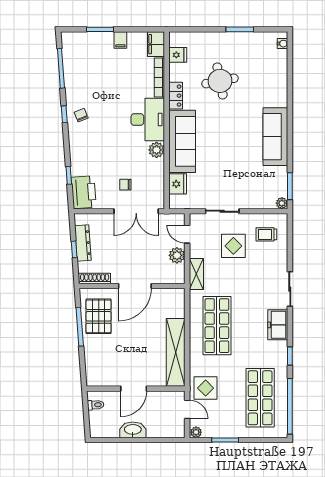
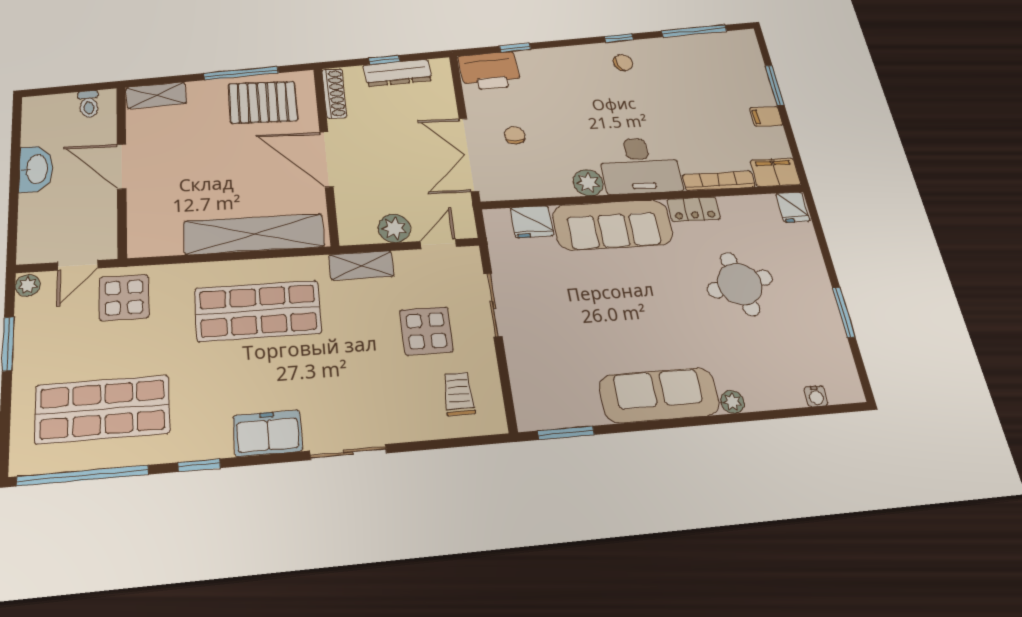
water cooler: (283, 44) -> (816, 396), moved
fridge: (178, 55) -> (793, 207), moved
plant: (282, 203) -> (732, 402), moved
shelving: (176, 352) -> (254, 234), moved
shelving: (92, 371) -> (156, 95), added

